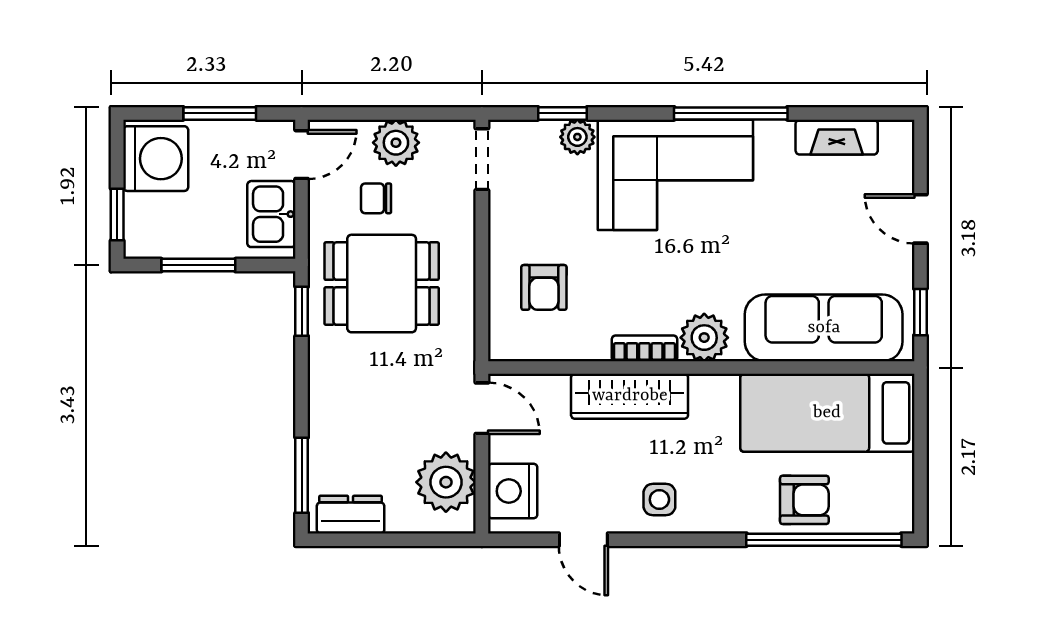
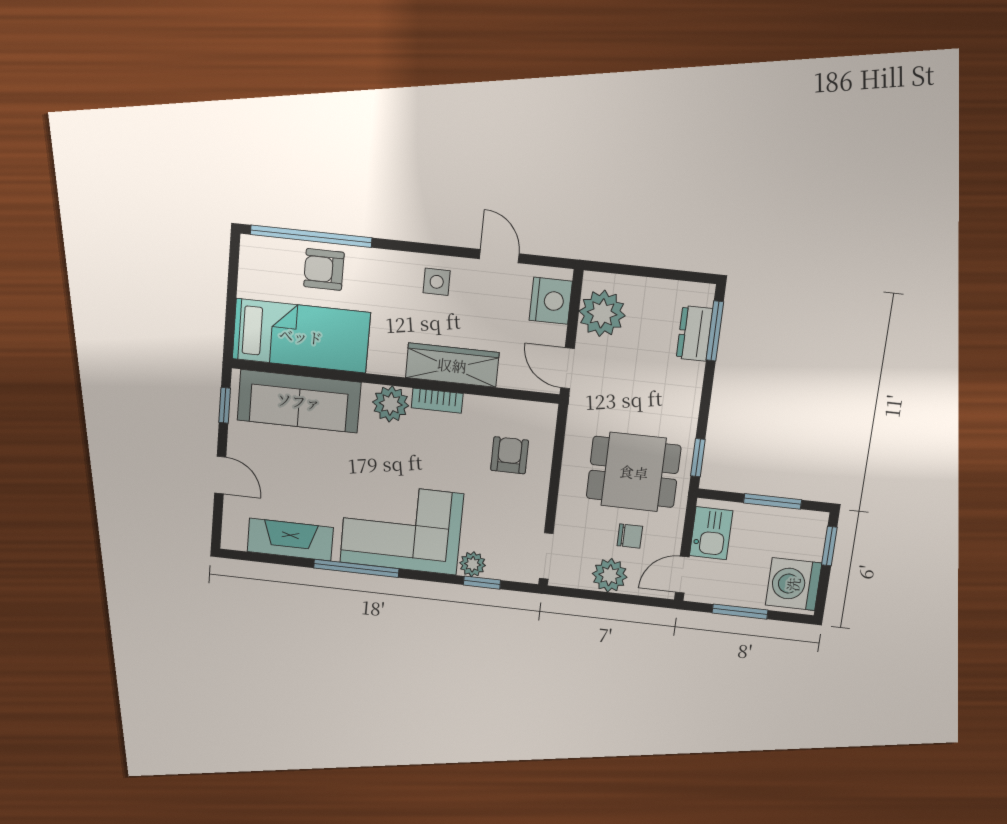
fireplace: (837, 137) -> (290, 540), width x1.37, depth x1.32
dresser: (351, 515) -> (694, 333), moved, turned 90

